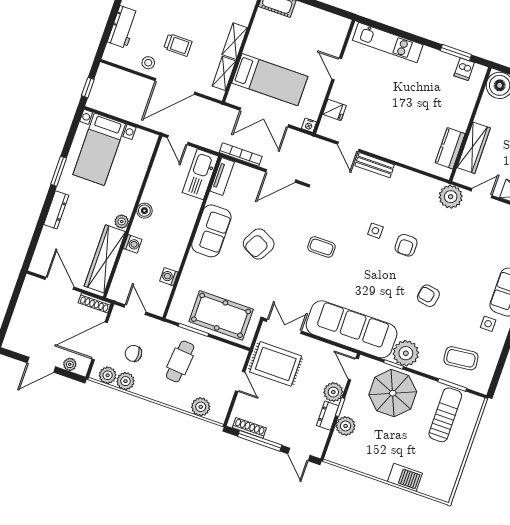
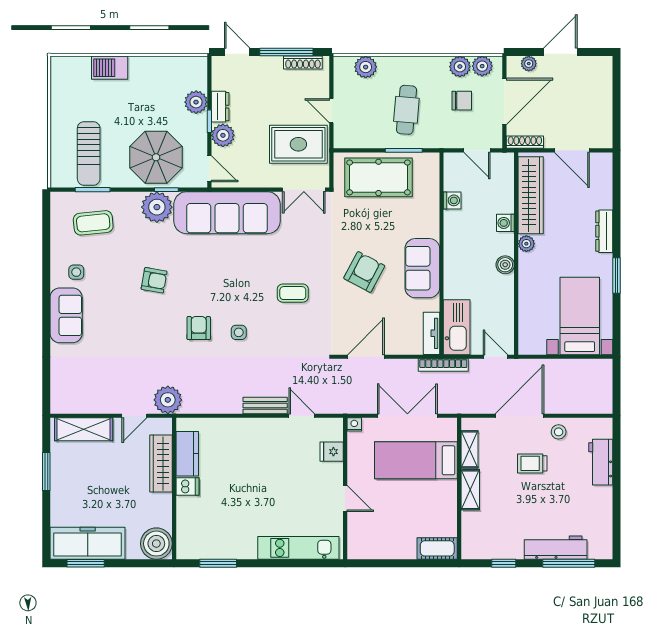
dishwasher: (464, 69) -> (187, 487), moved, turned 90
window: (88, 88) -> (616, 380), removed
bookcase: (241, 155) -> (443, 365), moved

